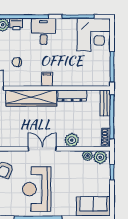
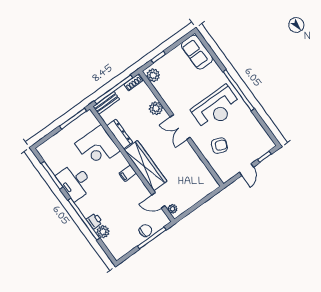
desk: (44, 31) -> (75, 182), moved, width x1.37
corner desk: (94, 35) -> (97, 147), moved, turned 180
chair: (17, 62) -> (125, 198), removed
filing cabinet: (47, 79) -> (128, 173), moved
plant: (87, 156) -> (159, 87), removed

